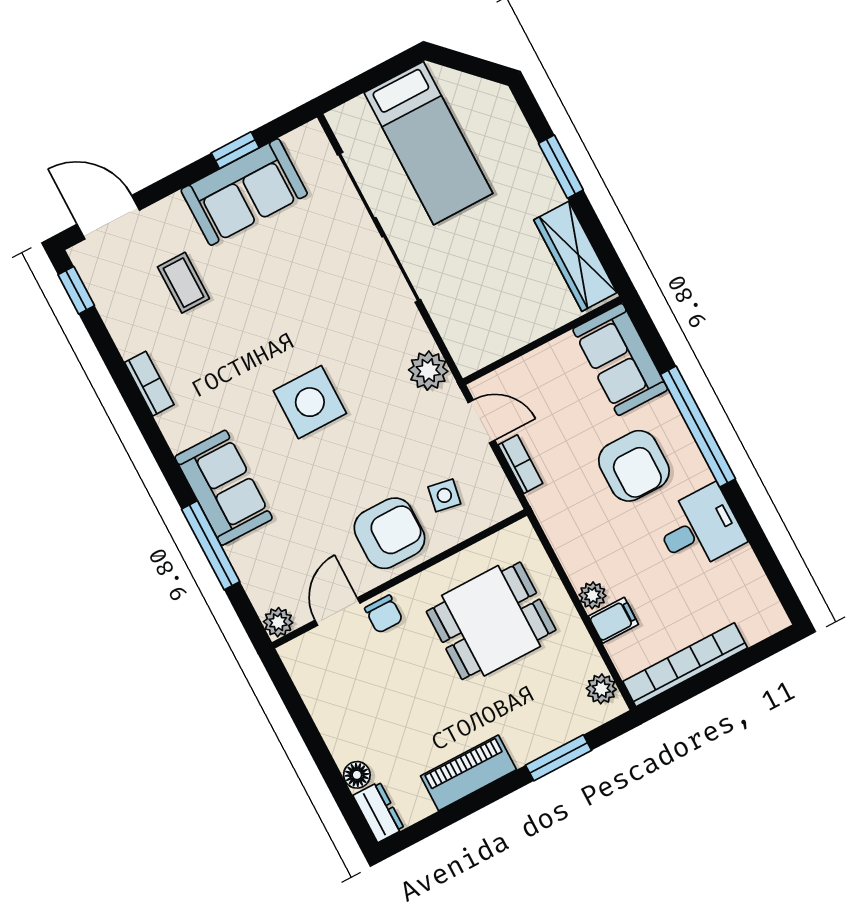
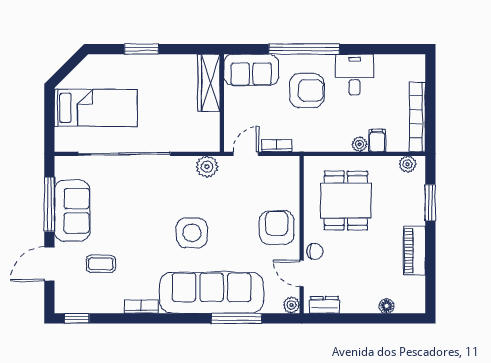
window: (235, 150) -> (49, 204), width x2.17
door: (108, 217) -> (49, 264), moved
wardrobe: (575, 256) -> (209, 83), moved, turned 90
sofa: (224, 488) -> (212, 293), width x1.85, depth x1.27
side table: (444, 495) -> (272, 191), removed
dresser: (379, 812) -> (324, 305), moved

